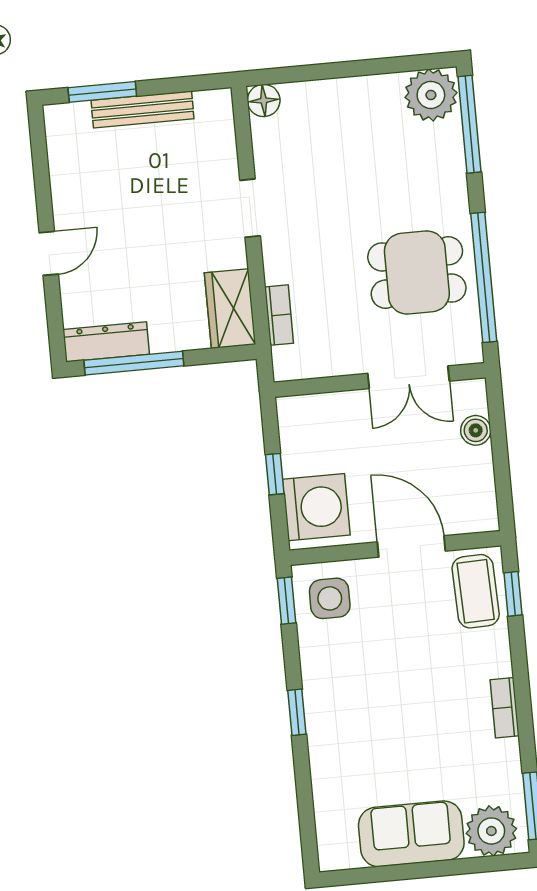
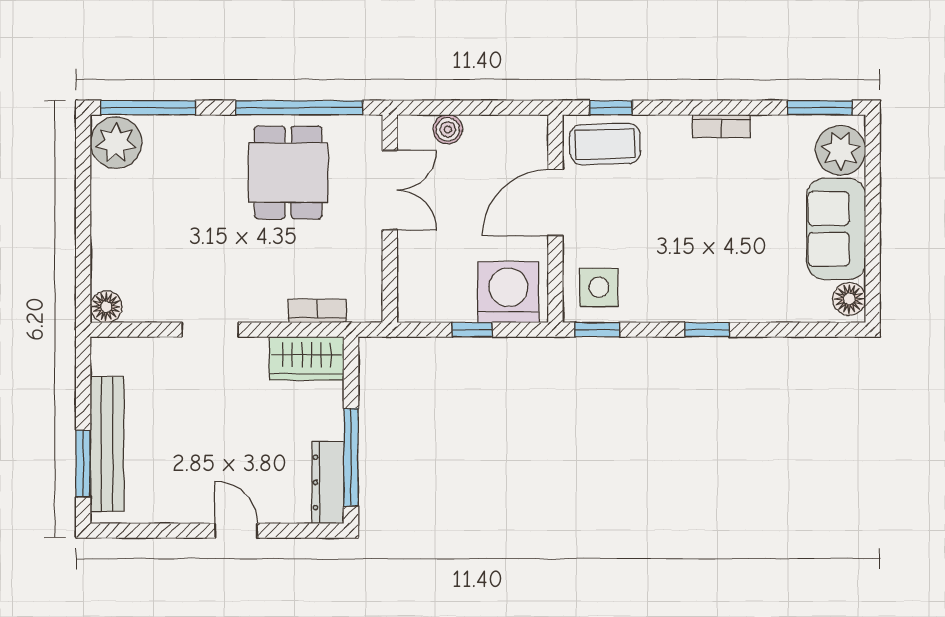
bench: (143, 110) -> (107, 444), width x1.37, depth x1.21
floor lamp: (342, 854) -> (849, 299), added

